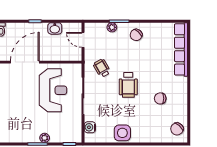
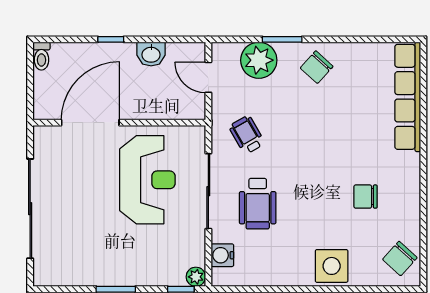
plant: (112, 27) -> (259, 60), width x1.88, depth x1.88
wheelchair: (128, 85) -> (258, 204), moved
side table: (122, 133) -> (332, 266), moved
plant: (45, 138) -> (196, 277), moved

